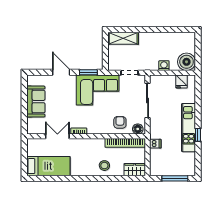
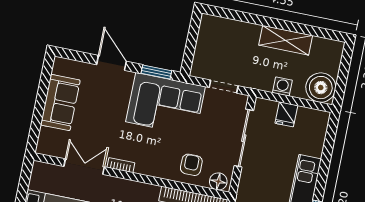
shelving: (123, 38) -> (286, 40), moved
fridge: (181, 82) -> (286, 114), moved

